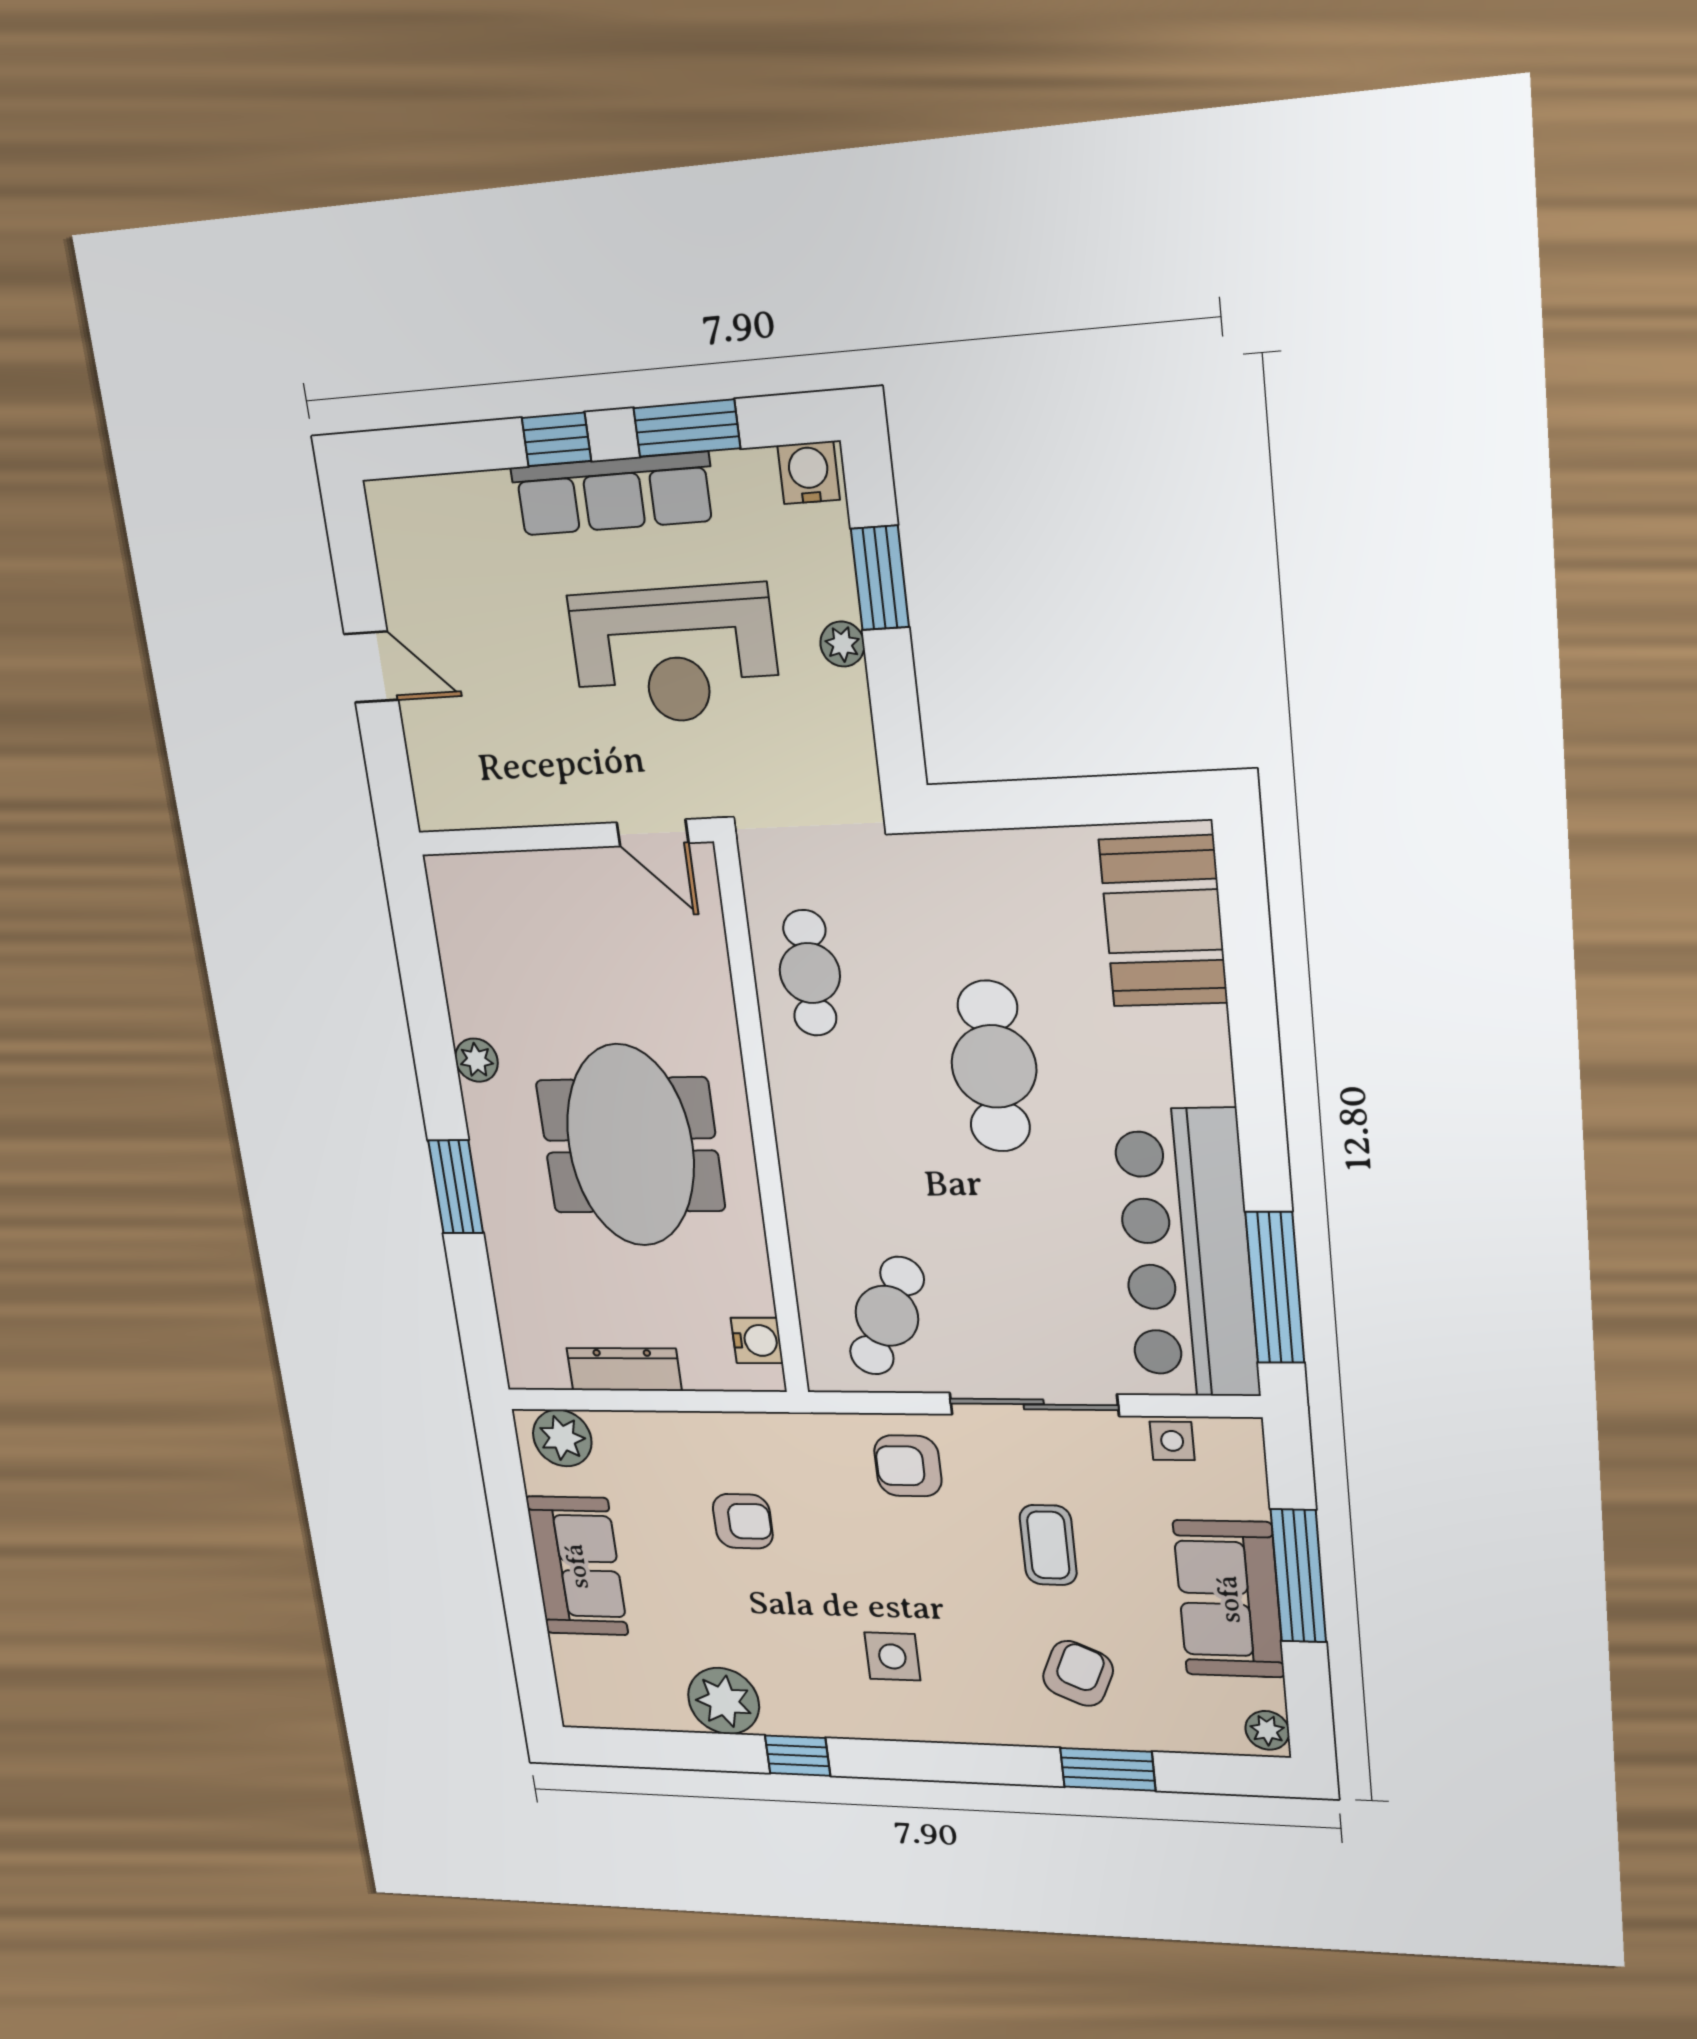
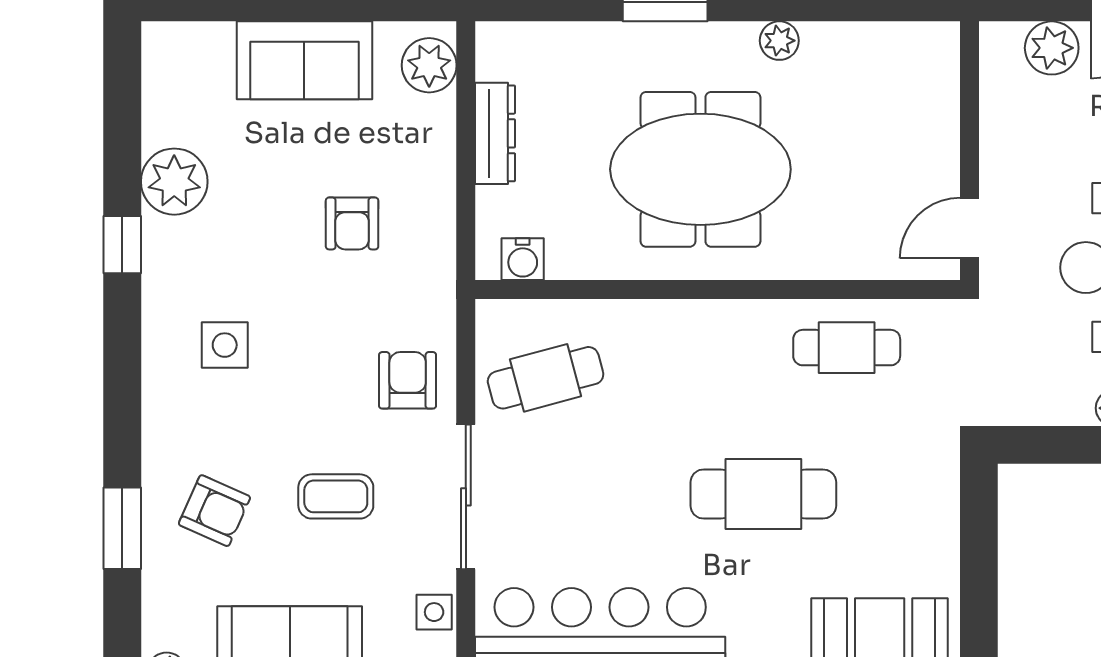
plant: (435, 745) -> (1052, 48), added
cafe table: (887, 1316) -> (546, 378), turned -41

